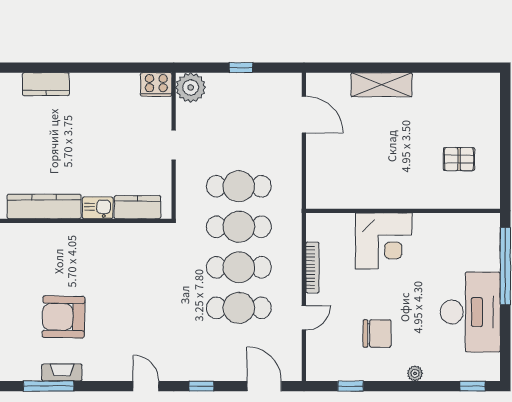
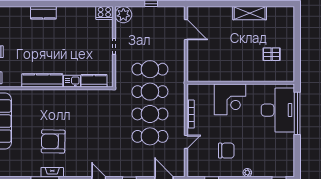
shelving: (382, 85) -> (250, 13), moved
desk: (470, 312) -> (278, 110), moved

